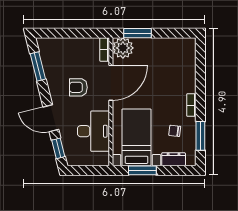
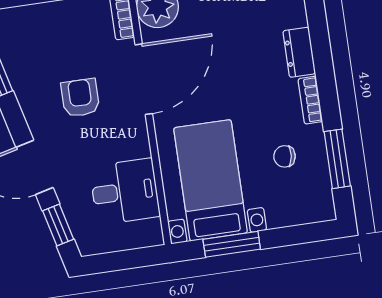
armchair: (78, 87) -> (80, 98), turned 90
desk: (93, 131) -> (125, 192), width x0.73
dresser: (174, 159) -> (299, 52), moved, turned -90

